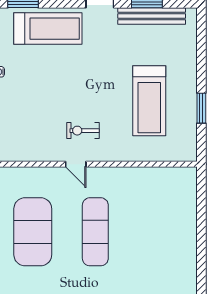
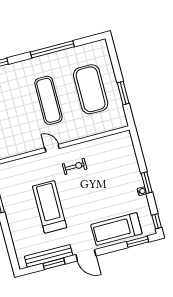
treadmill: (149, 101) -> (50, 207), moved
door: (76, 164) -> (52, 148), moved

